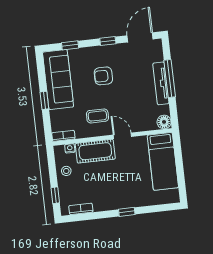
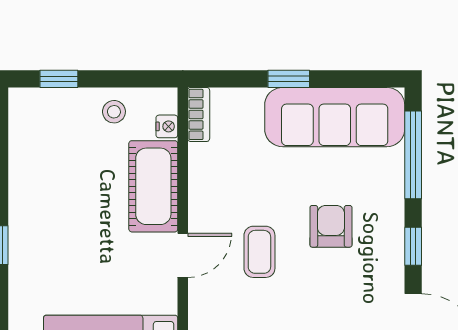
window: (70, 45) -> (413, 155), width x2.17
coffee table: (97, 116) -> (259, 252), moved
bookcase: (81, 209) -> (19, 136), removed

